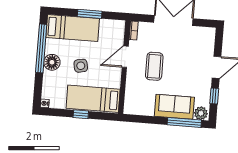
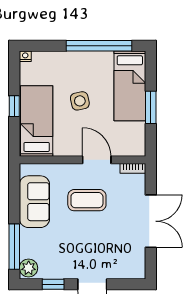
floor lamp: (52, 62) -> (81, 62), removed
sofa: (174, 107) -> (34, 202), moved

